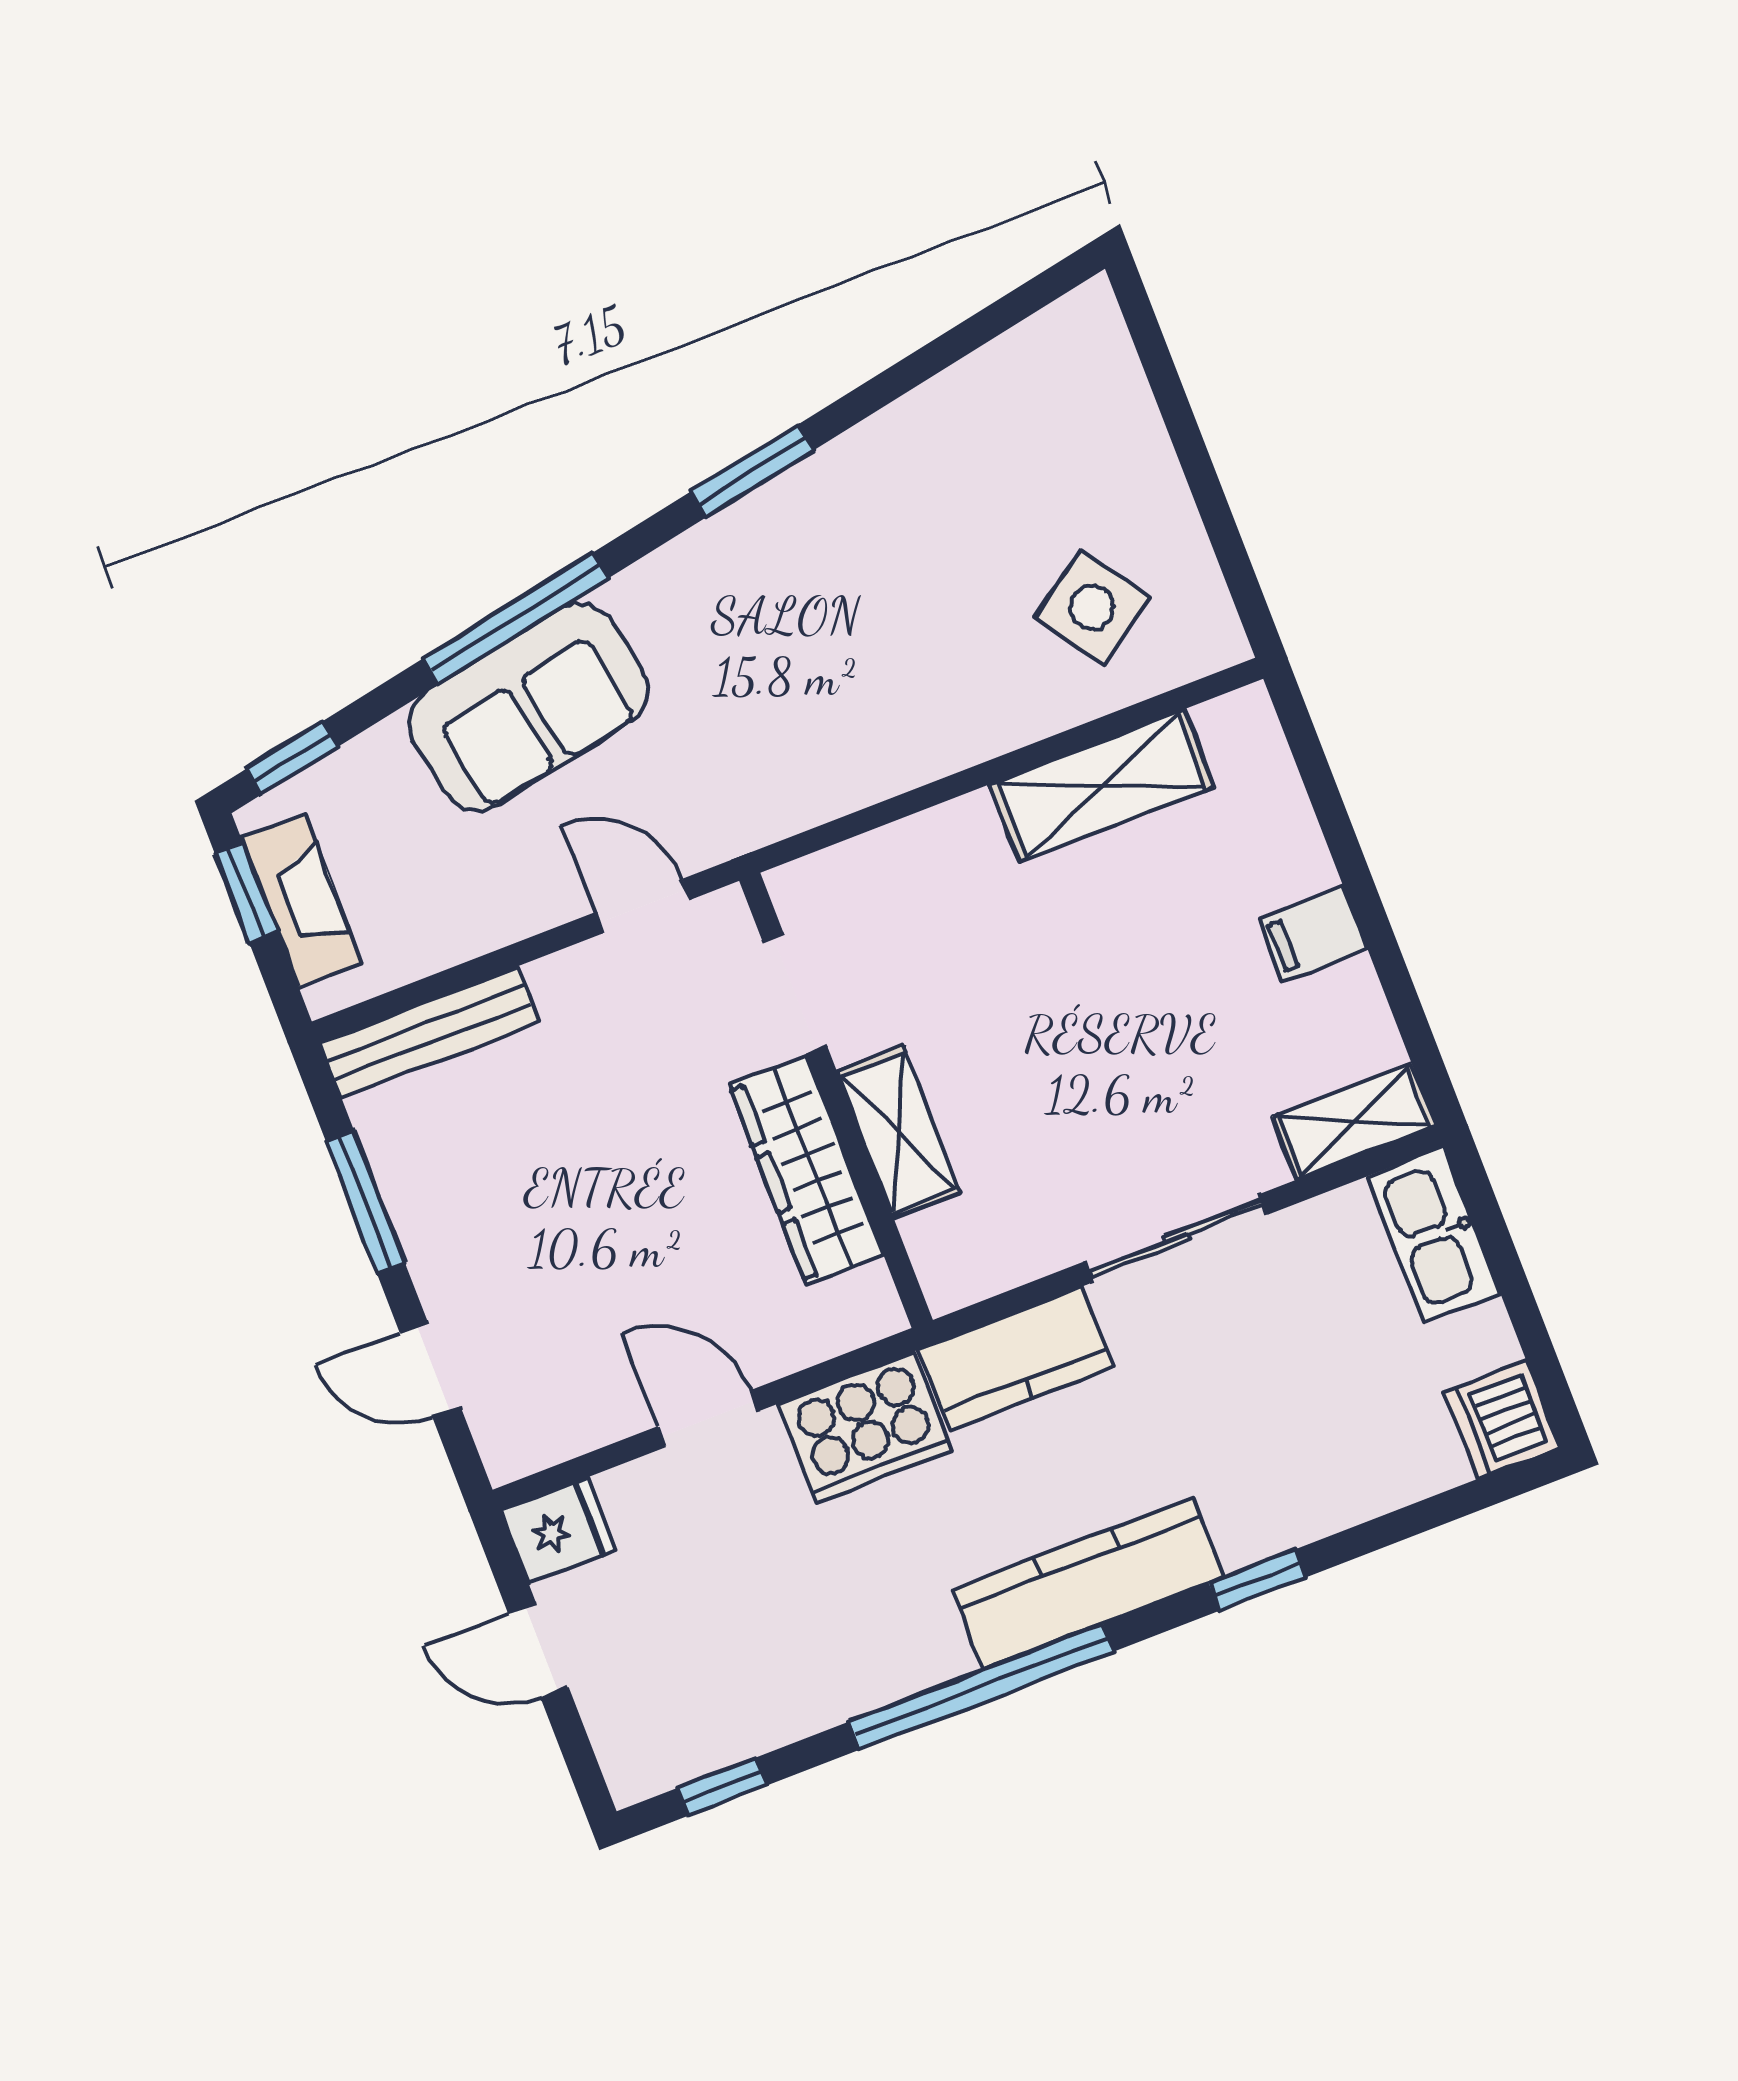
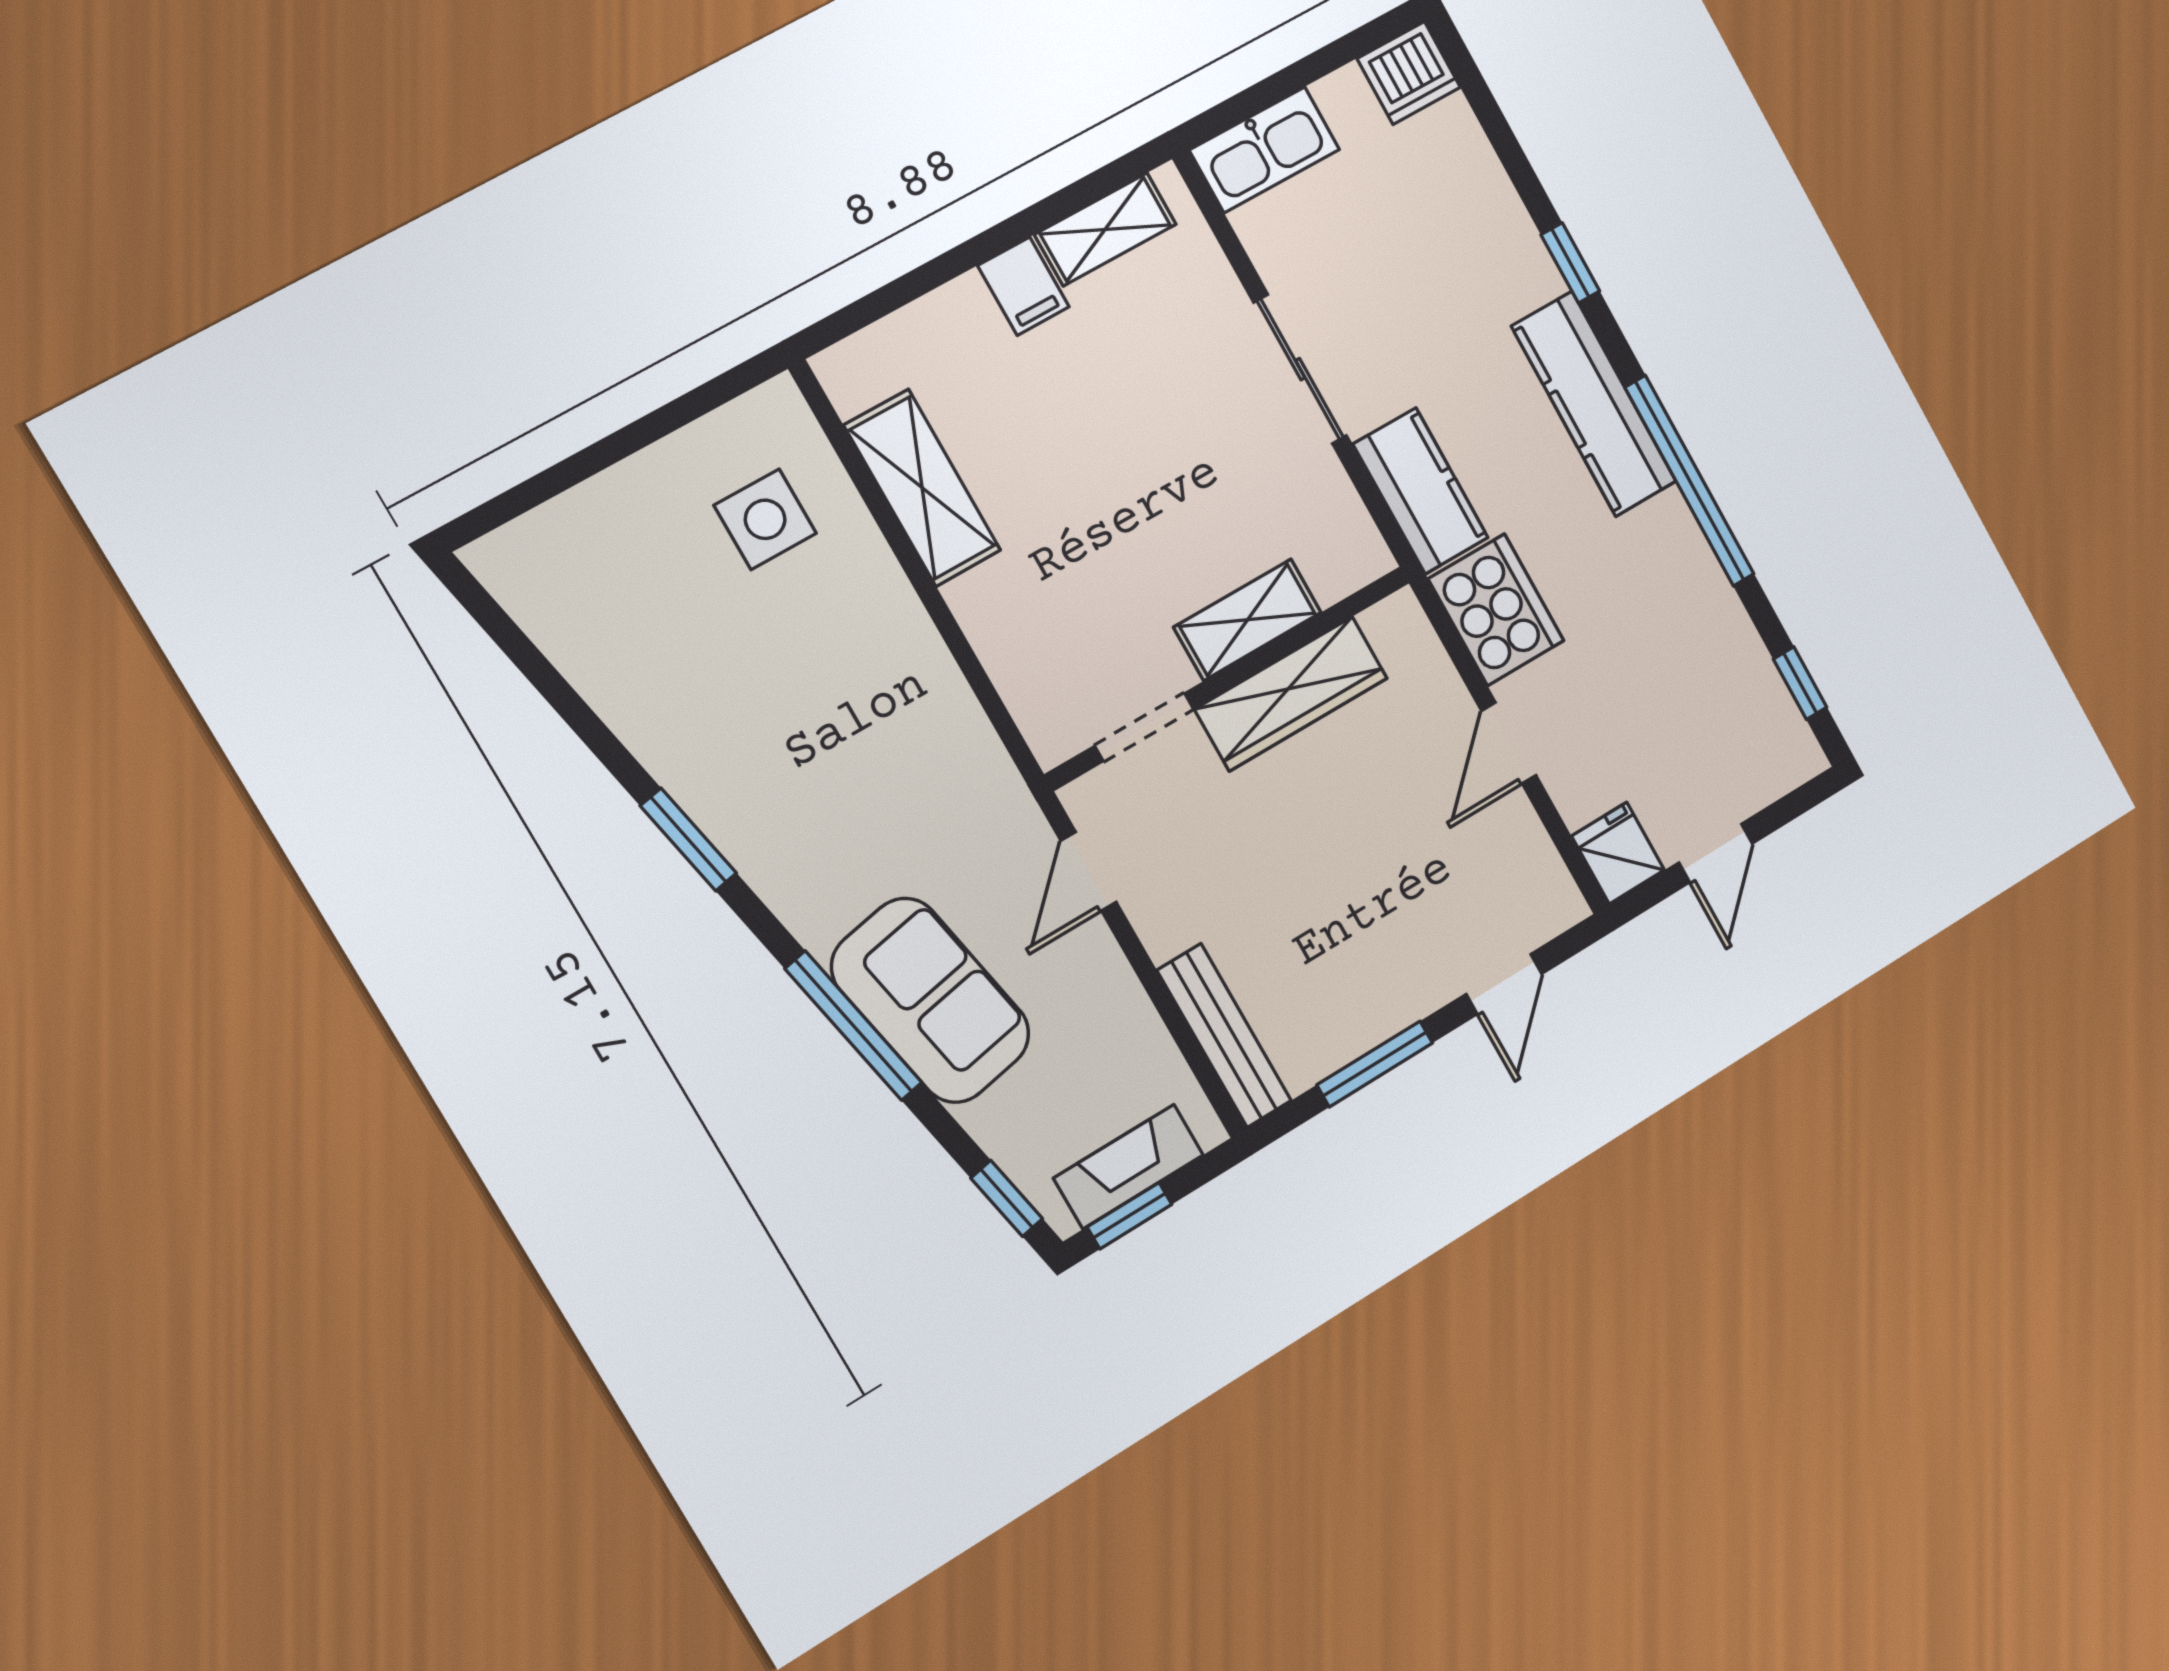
side table: (1092, 607) -> (765, 519), turned 35
shelving: (1354, 1121) -> (1105, 229), moved, turned 90

